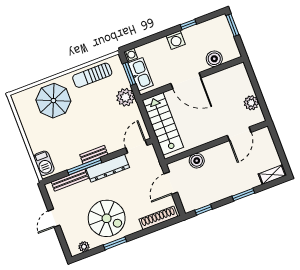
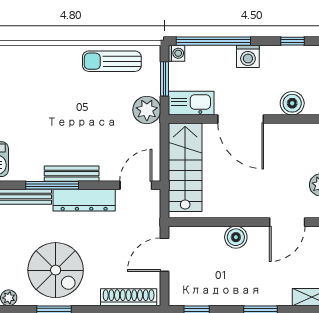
window: (188, 24) -> (292, 41), moved
window: (151, 39) -> (213, 41), added
kitchen sink: (141, 74) -> (191, 103), moved, turned -90
parasol: (53, 101) -> (44, 76), removed
bench: (94, 155) -> (72, 174), width x1.36
boiler: (197, 161) -> (236, 237), moved

